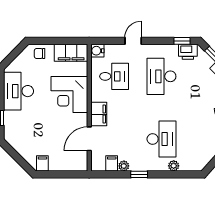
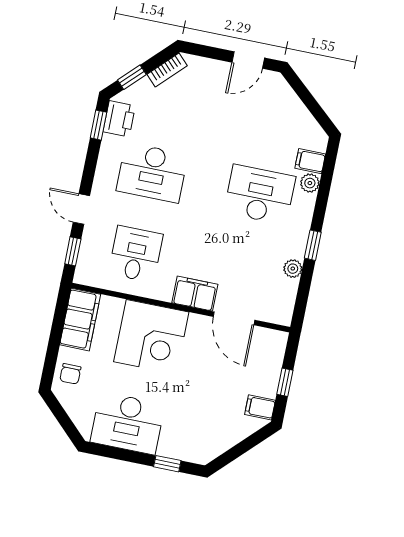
window: (108, 41) -> (73, 251), added
water cooler: (97, 51) -> (86, 274), removed
filing cabinet: (112, 163) -> (310, 161), moved
window: (59, 174) -> (285, 382), added

